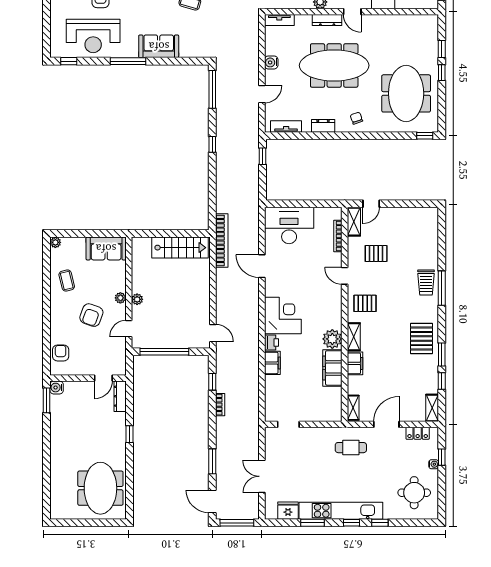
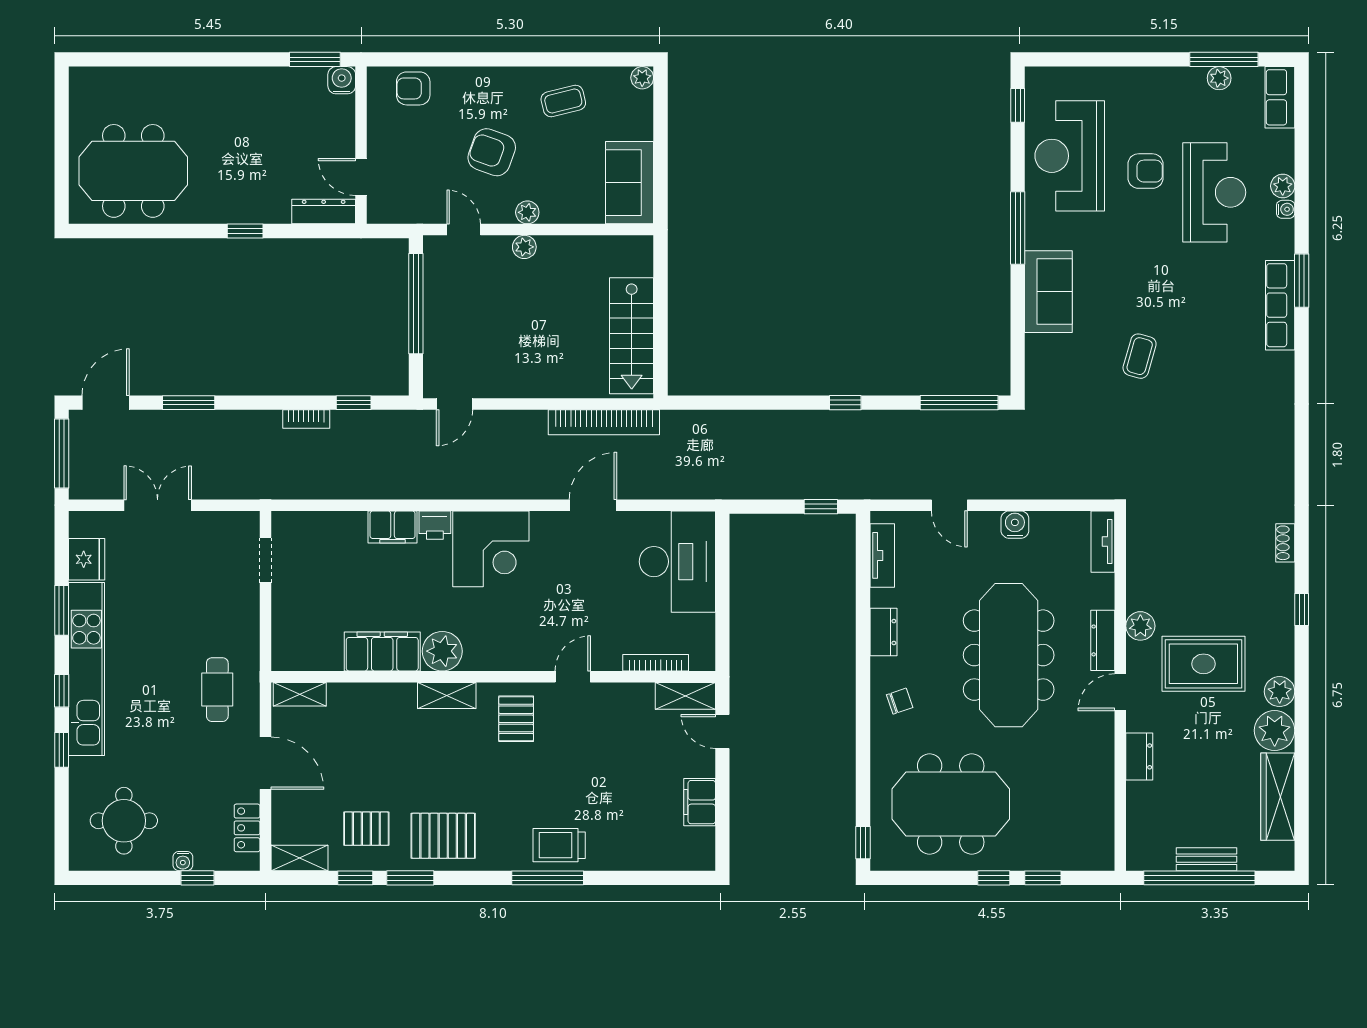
bookcase: (222, 240) -> (604, 422), moved
pallet: (376, 253) -> (366, 829), moved, turned 90
armchair: (61, 353) -> (413, 88), turned 180
filing cabinet: (355, 363) -> (700, 802), moved, turned 90

